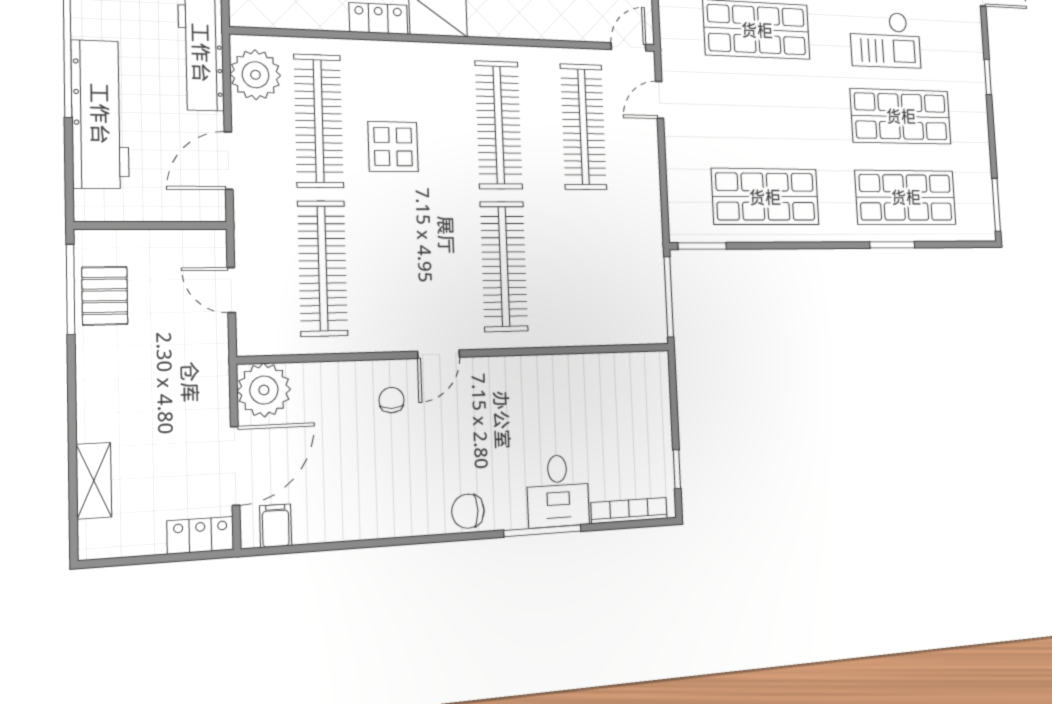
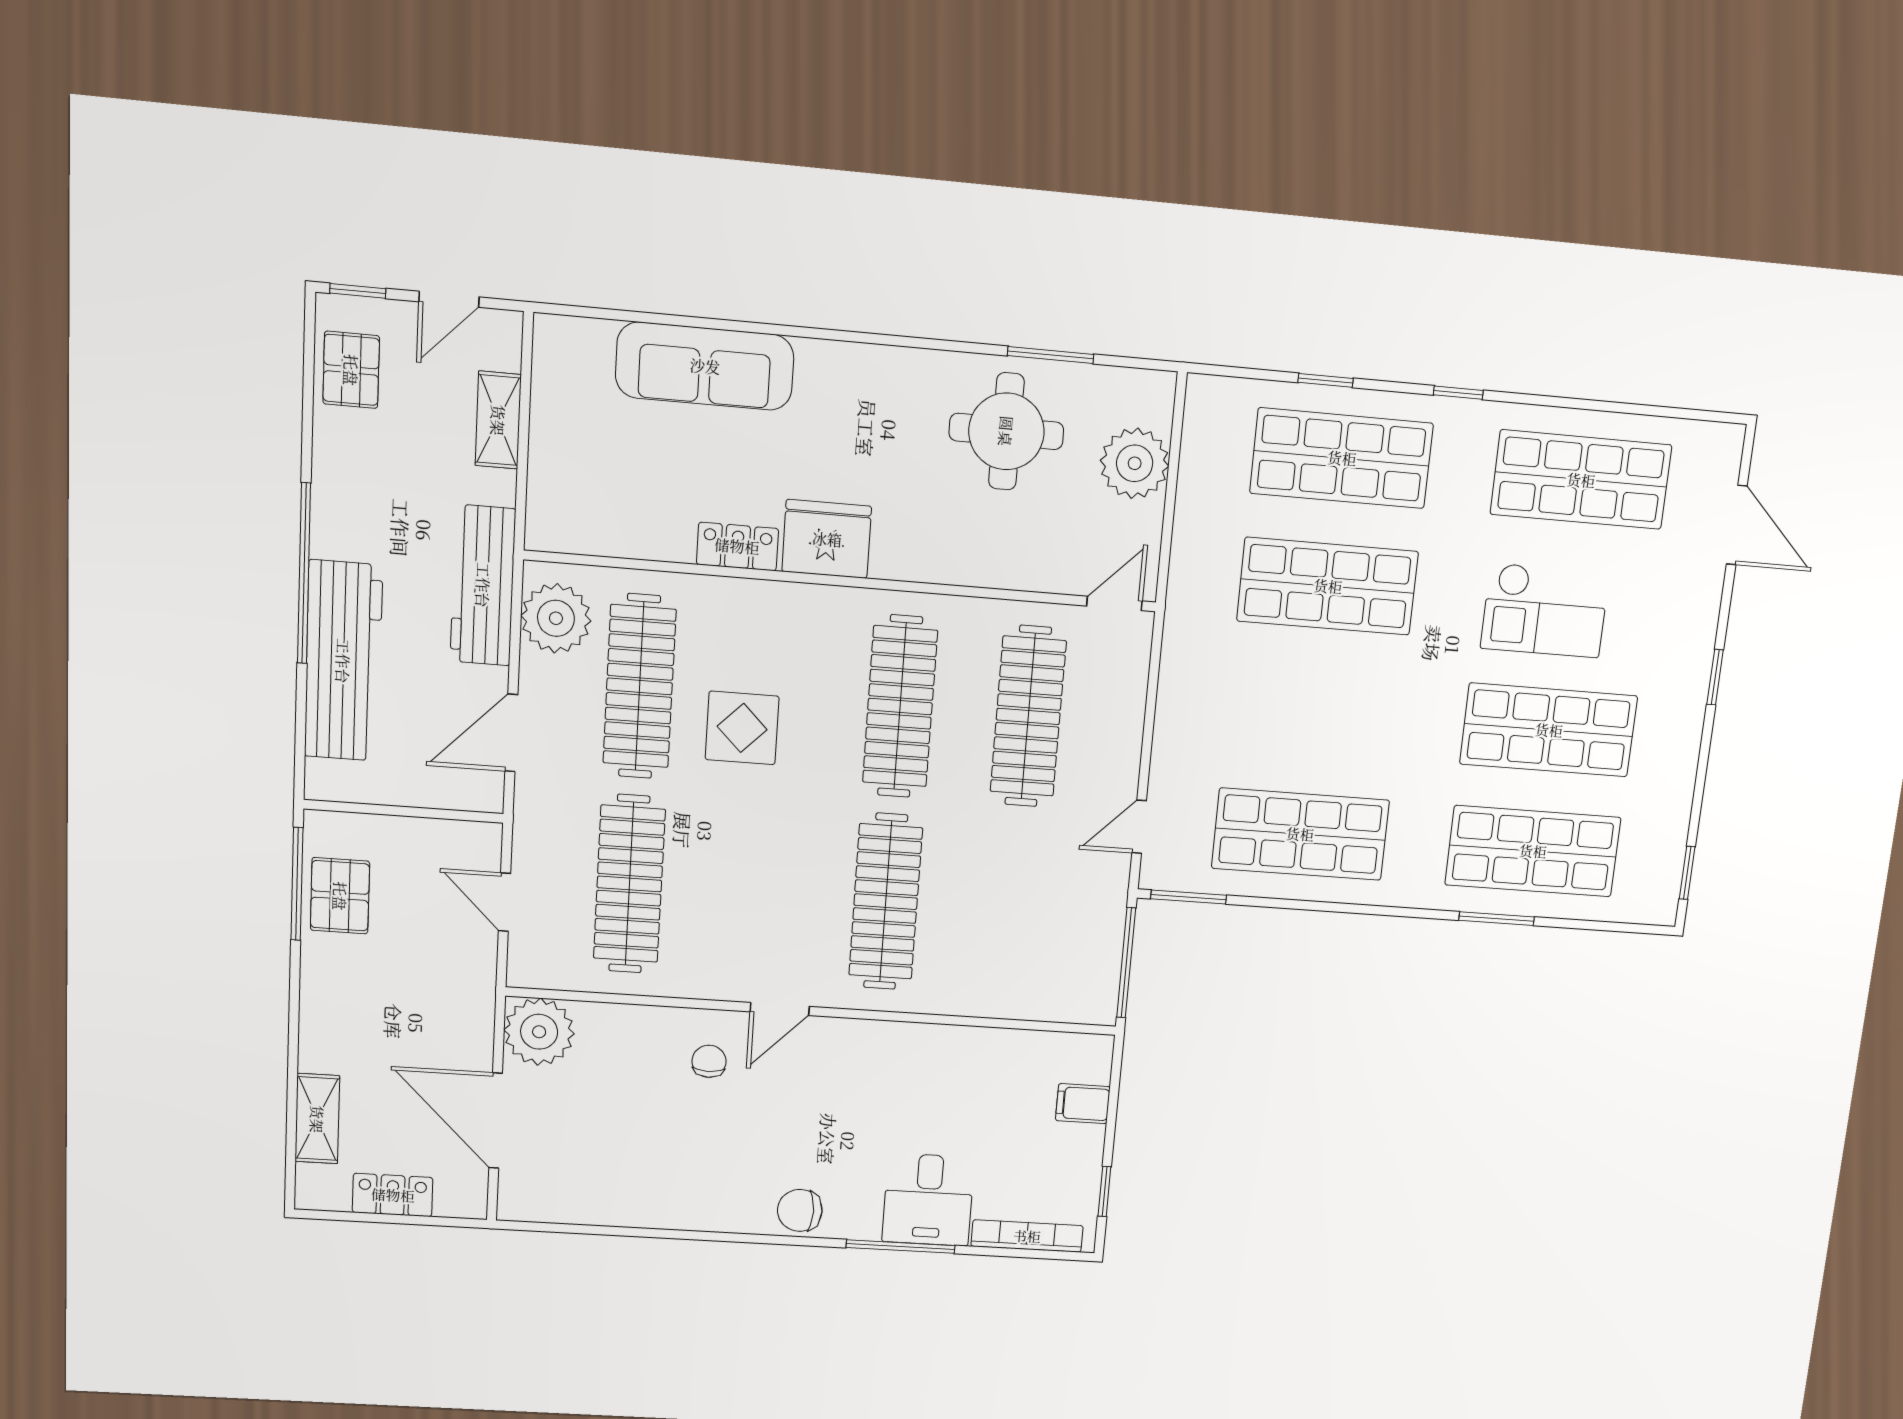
door: (660, 100) -> (1139, 827), moved
window: (996, 205) -> (1687, 873), width x0.67
door: (235, 466) -> (496, 1121), swing flipped
filing cabinet: (276, 526) -> (1083, 1104), moved, turned -90
locker: (200, 535) -> (393, 1195), moved

